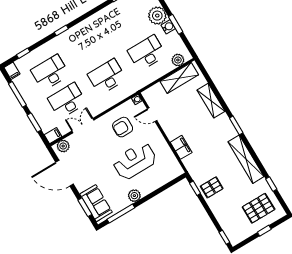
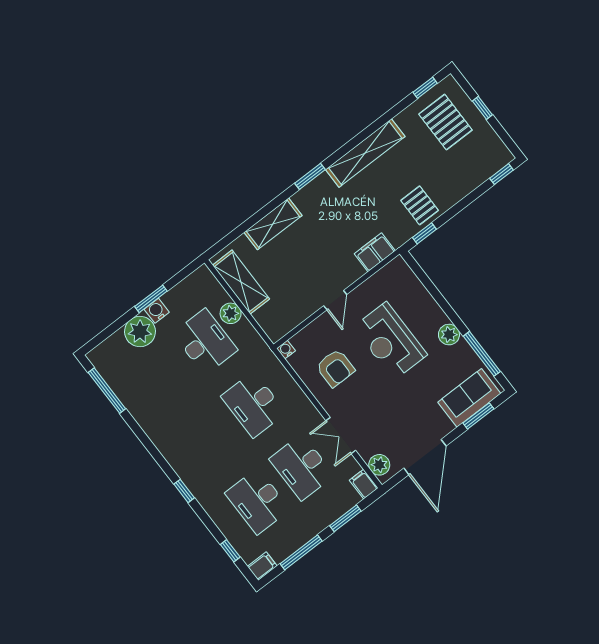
desk: (147, 53) -> (205, 342), turned 180
plant: (178, 60) -> (231, 313), moved
door: (152, 115) -> (335, 300), moved
filing cabinet: (181, 147) -> (375, 252), moved
window: (271, 184) -> (425, 88), moved

